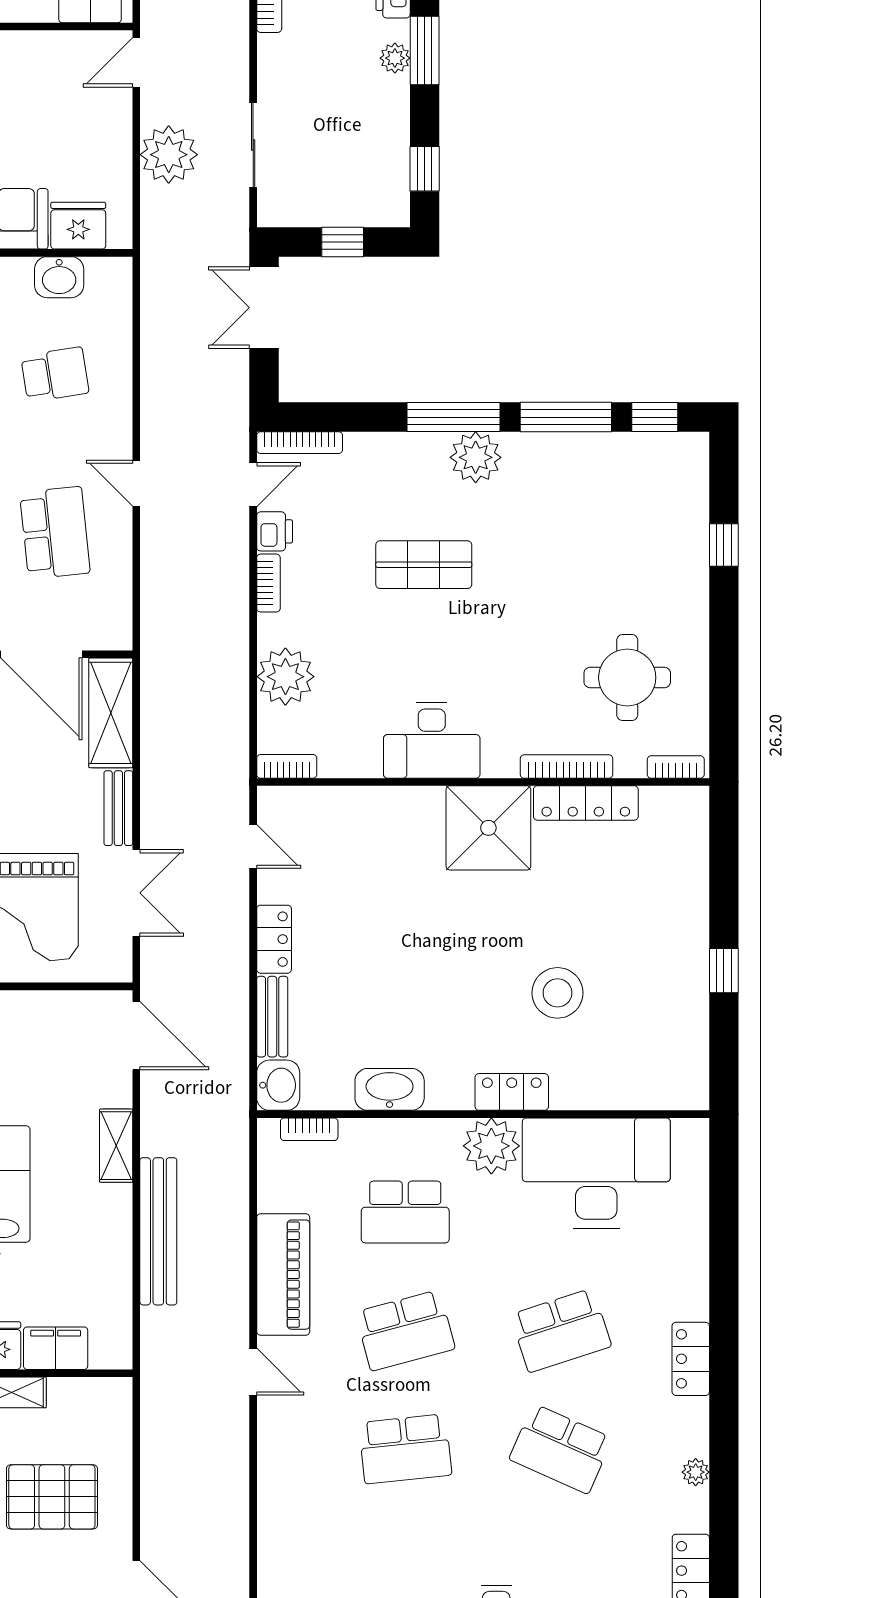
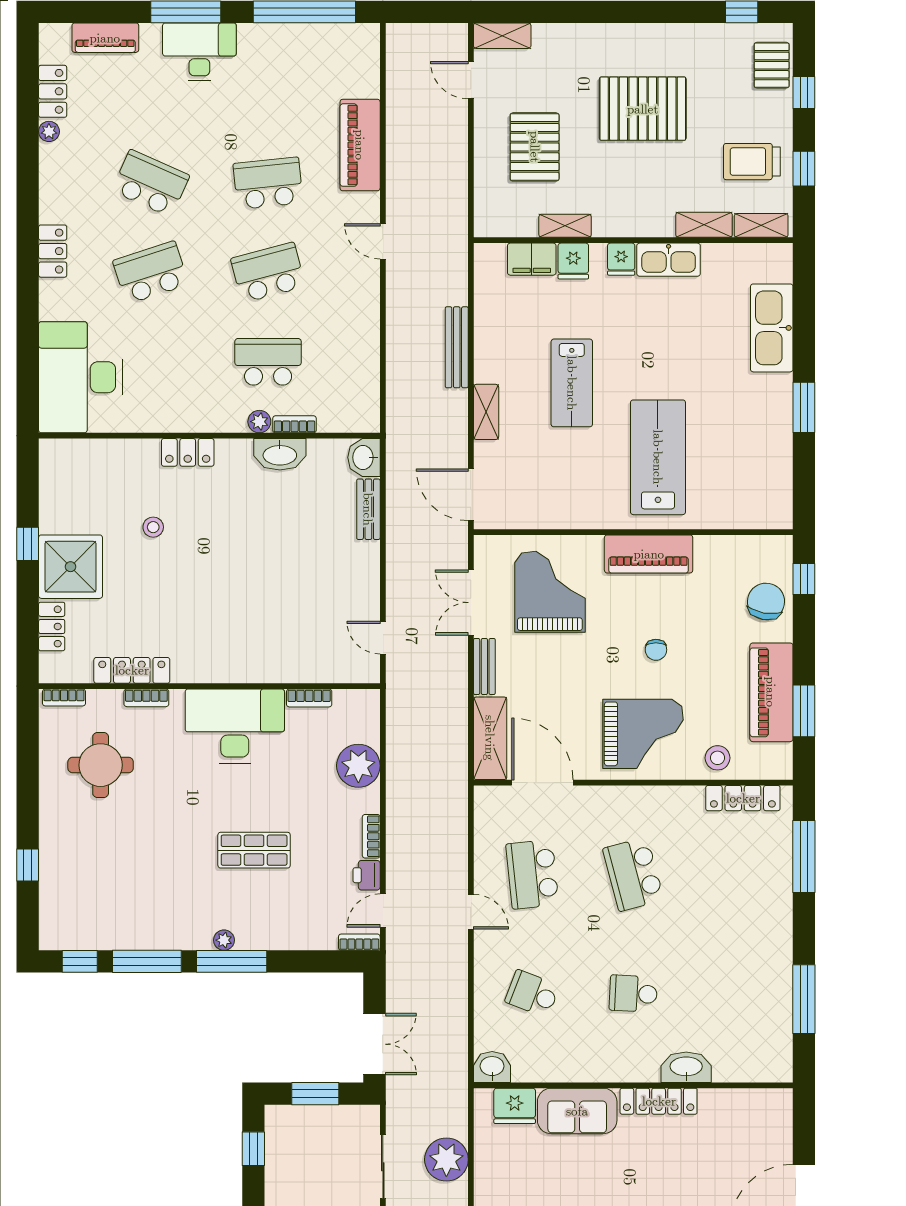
window: (343, 242) -> (315, 1094), width x1.50
washbasin: (59, 277) -> (492, 1067), moved
school desk: (55, 374) -> (532, 994), turned 30
bookcase: (300, 443) -> (359, 942), width x0.64
plant: (476, 457) -> (224, 940), width x0.53, depth x0.53
desk: (432, 741) -> (235, 726), width x1.36, depth x1.30
bookcase: (287, 766) -> (309, 698), moved
bookcase: (566, 767) -> (146, 698), width x0.64
shower: (488, 828) -> (71, 567), moved
locker: (274, 939) -> (52, 626), moved, turned 180
stool: (558, 993) -> (153, 527), width x0.53, depth x0.53
bookcase: (309, 1129) -> (295, 424), moved
plant: (491, 1146) -> (259, 422), moved, width x0.53, depth x0.53
desk: (596, 1173) -> (80, 377), moved, turned 90
bench: (158, 1231) -> (457, 347), width x0.73, depth x0.82
piano: (283, 1275) -> (360, 145), moved
plant: (696, 1472) -> (49, 131), moved
pallet: (52, 1497) -> (535, 147), turned 90

